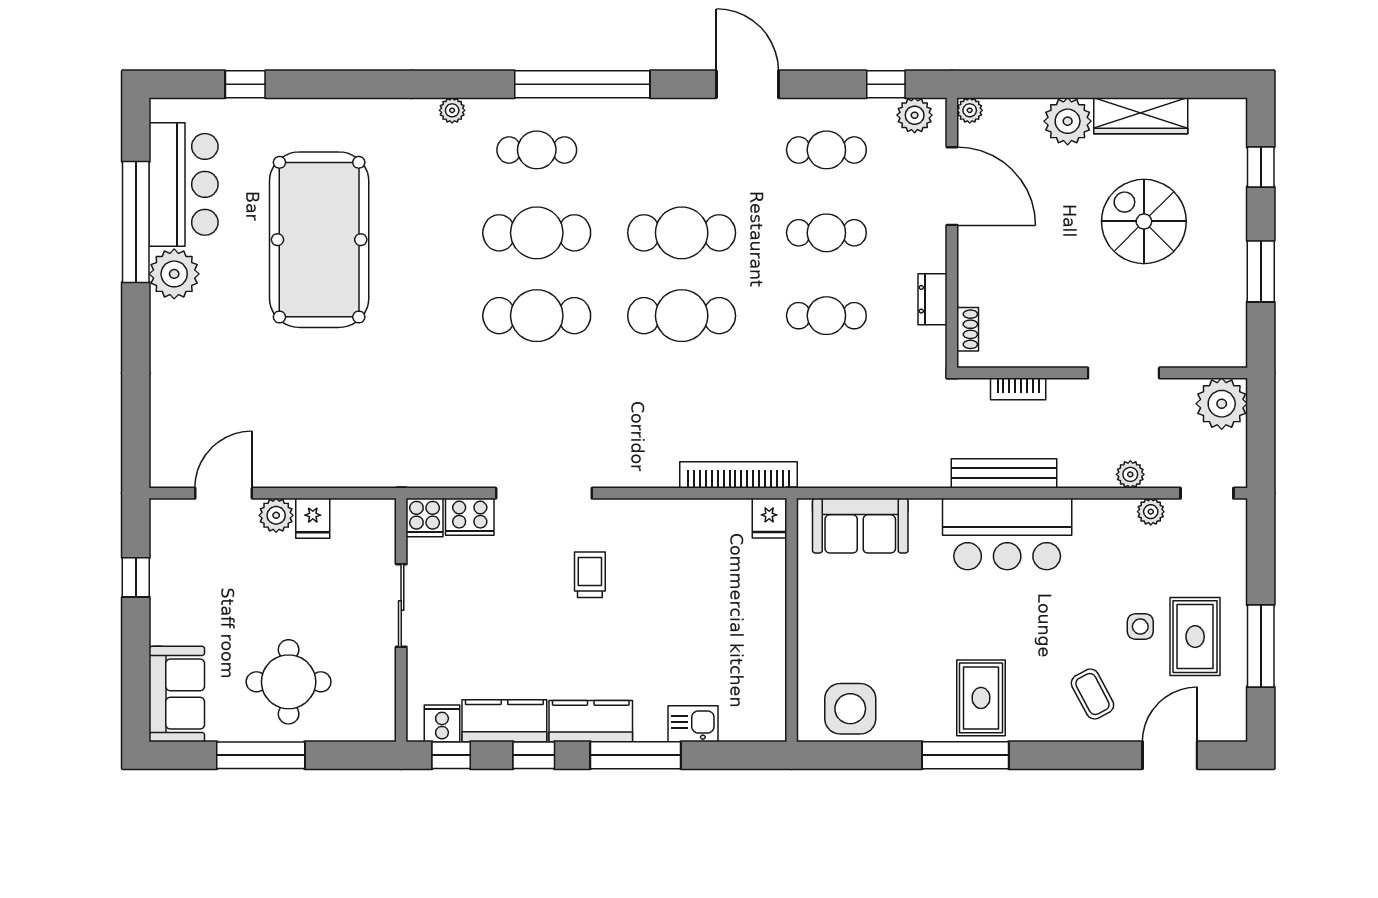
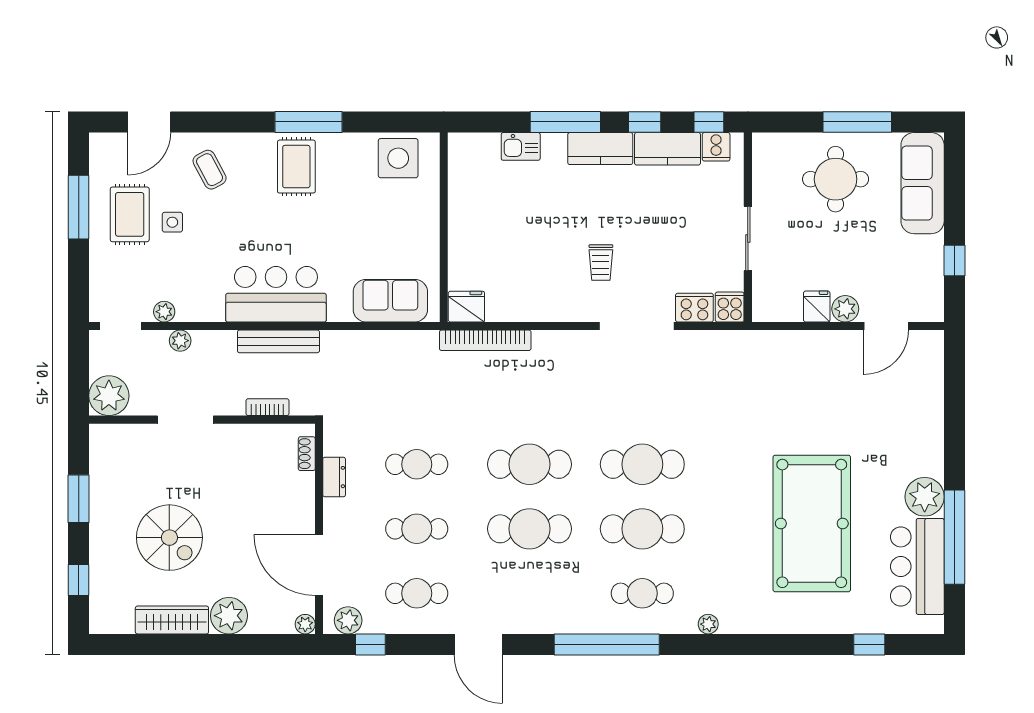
fridge: (769, 518) -> (466, 307), width x1.38
sofa: (177, 694) -> (923, 183), width x1.36

